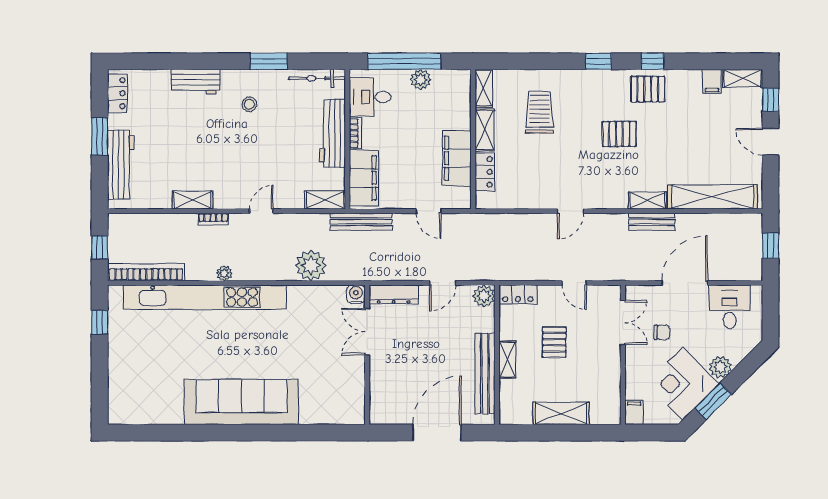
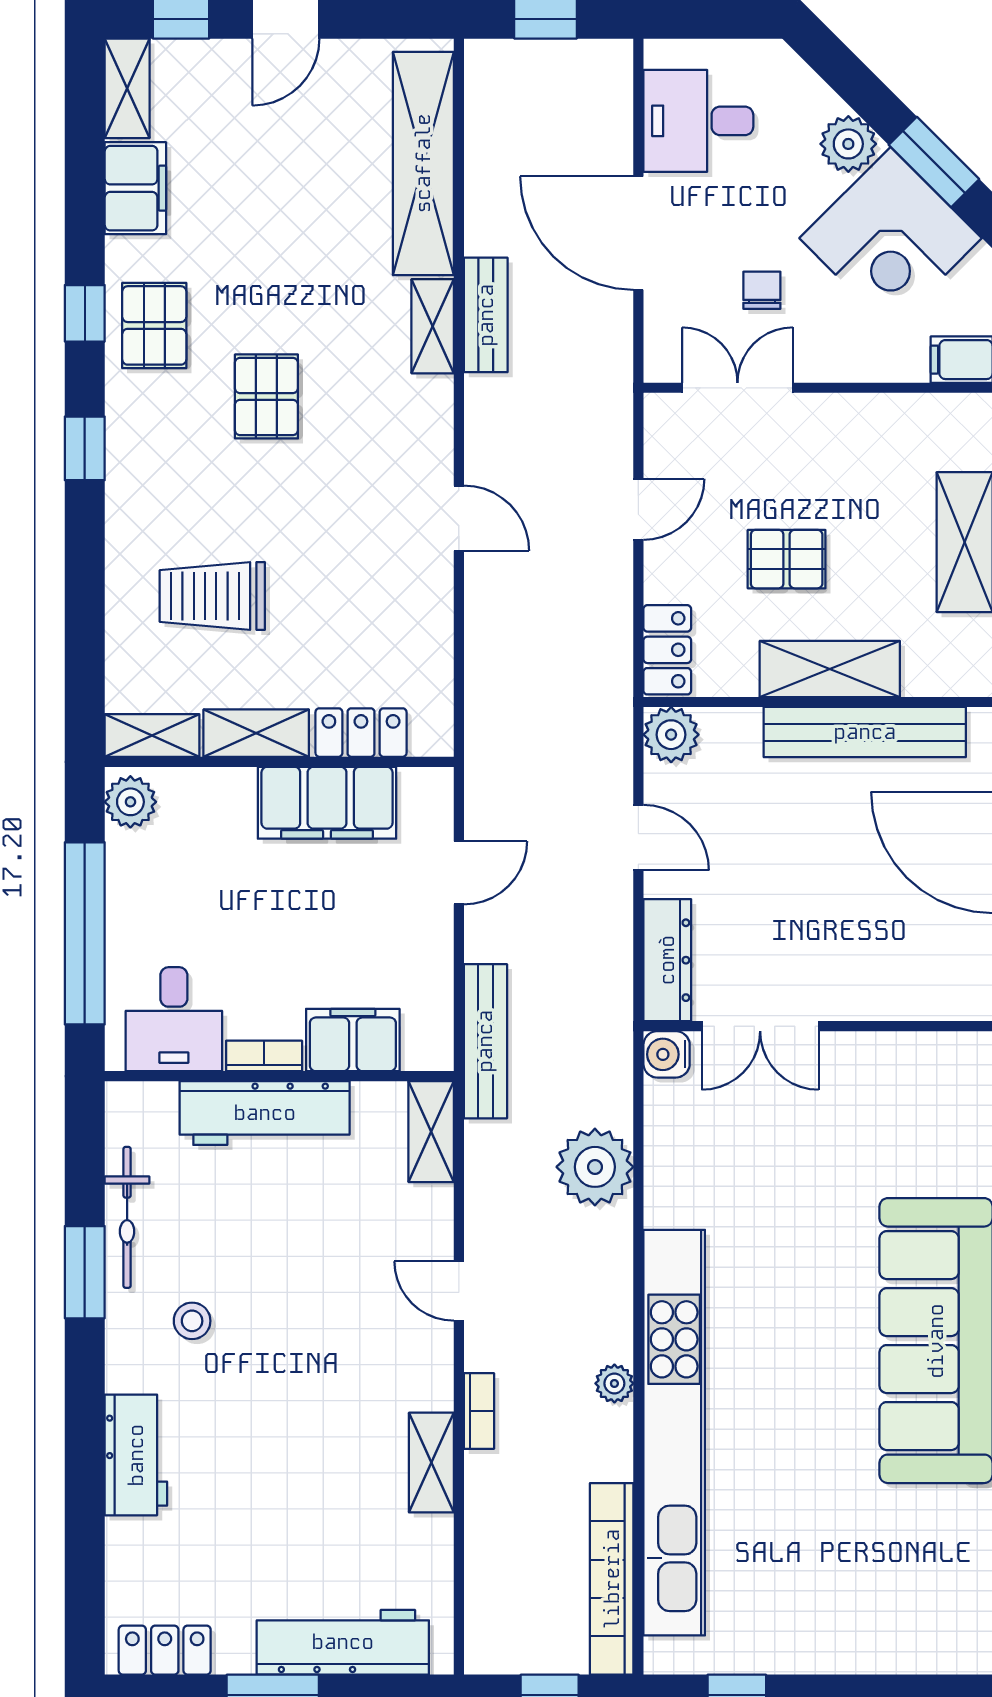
bicycle: (317, 78) -> (127, 1217), moved
plant: (421, 80) -> (130, 802), moved
filing cabinet: (712, 82) -> (135, 188), width x2.00
filing cabinet: (364, 178) -> (353, 1040), width x0.67, depth x0.86
shelving: (507, 359) -> (830, 669), width x1.50, depth x1.33

